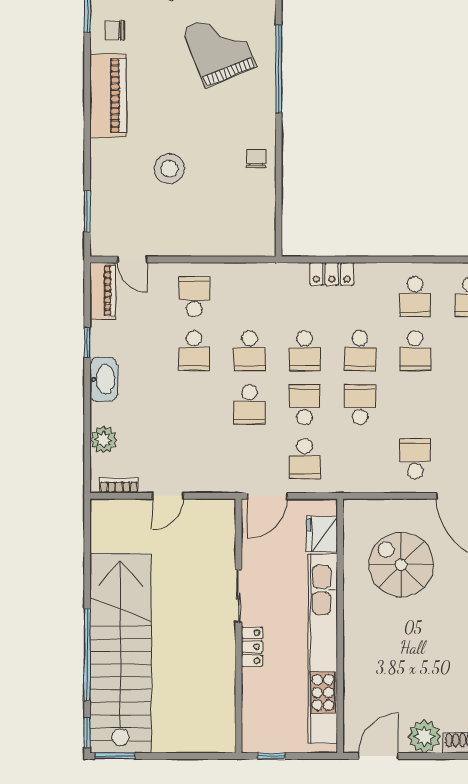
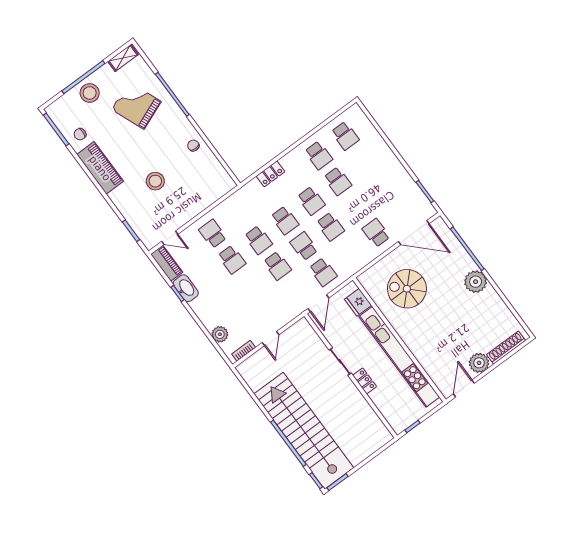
washbasin: (104, 379) -> (186, 288), moved
school desk: (360, 405) -> (330, 227), turned 180

